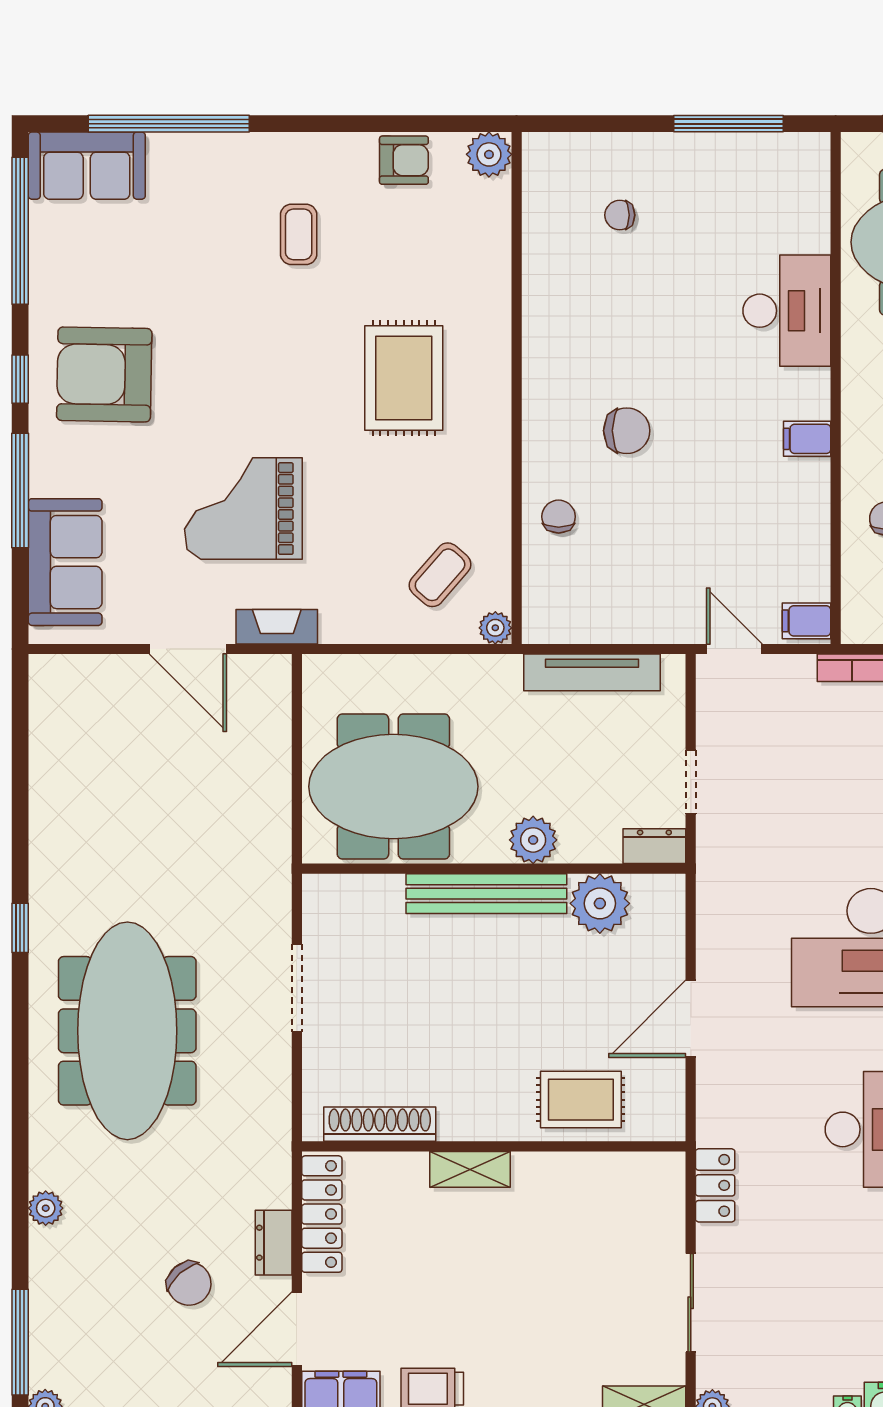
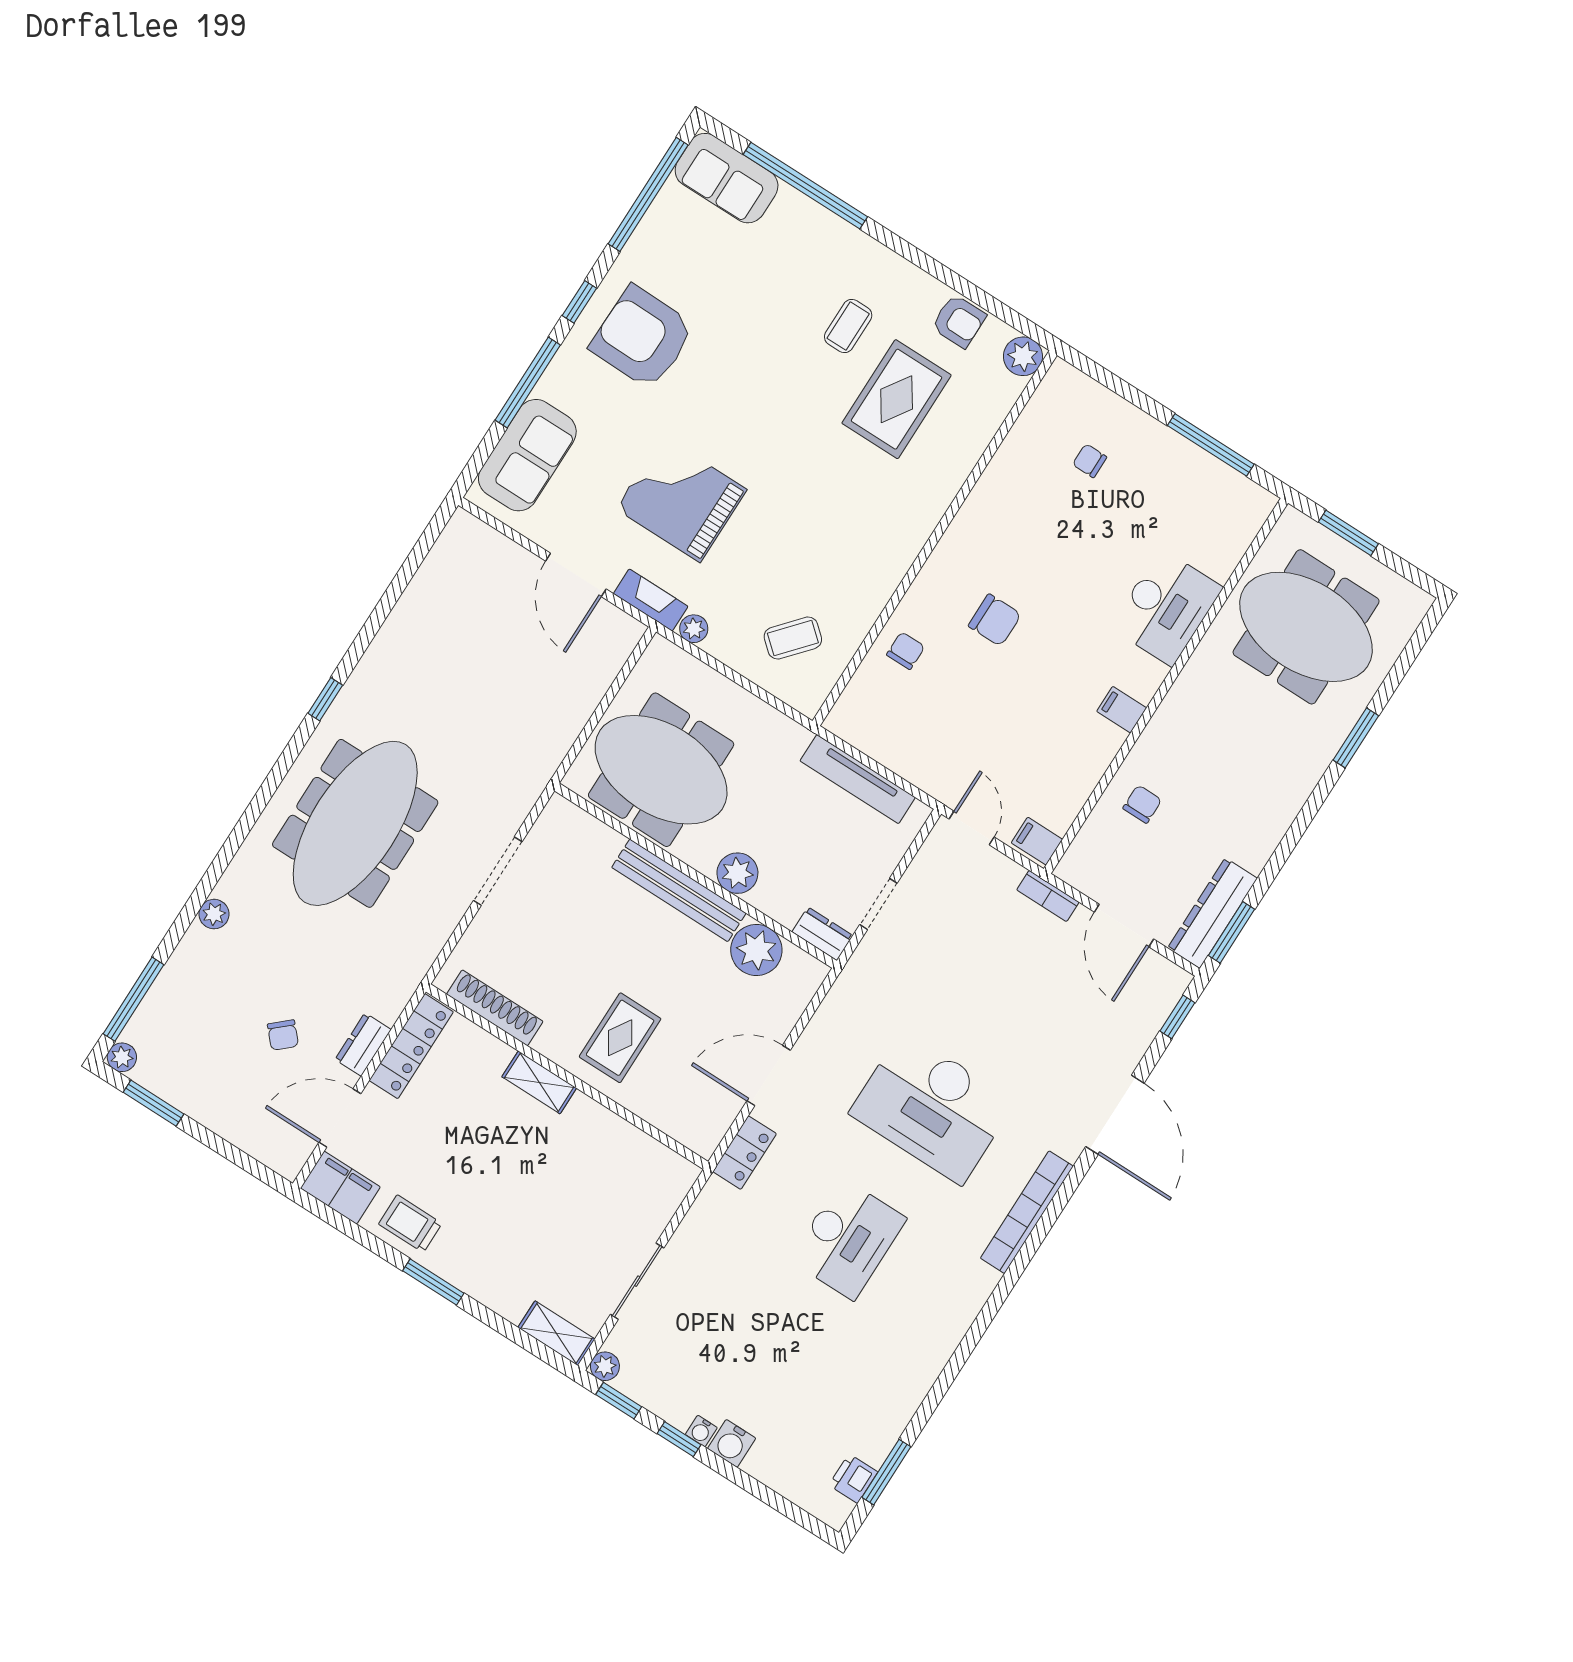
rug: (404, 378) -> (897, 399), moved
plant: (495, 628) -> (694, 629), moved
rug: (581, 1100) -> (620, 1038), moved, turned 90
locker: (715, 1185) -> (744, 1153), moved
chair: (189, 1284) -> (283, 1035), width x0.73, depth x0.73

